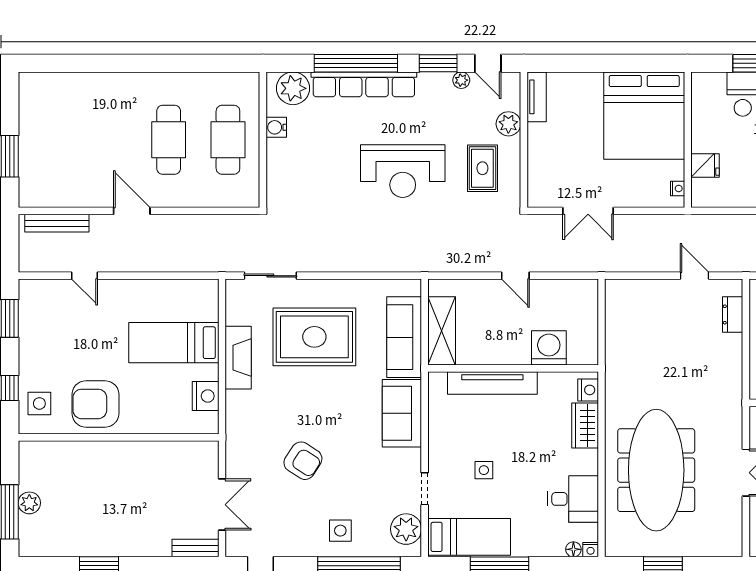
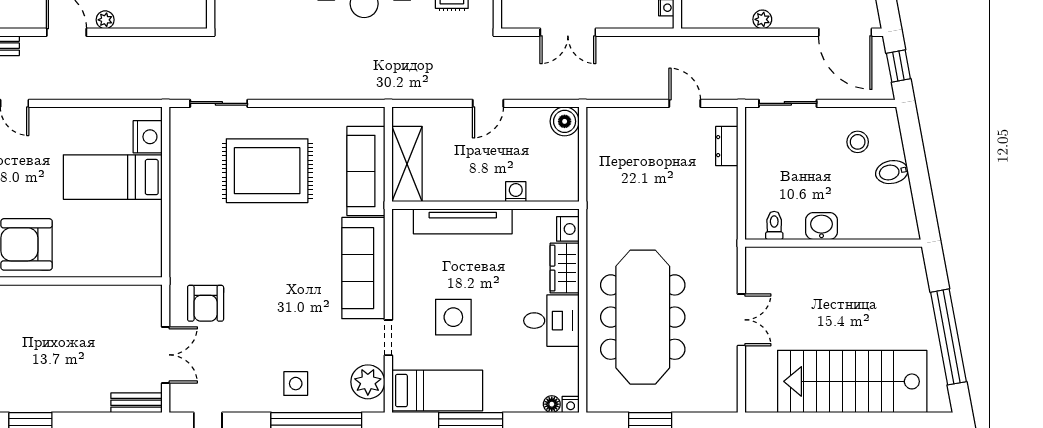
plant: (167, 200) -> (105, 20), added
door: (515, 276) -> (488, 103), hinge flipped
boiler: (585, 292) -> (565, 121), added
washing machine: (549, 348) -> (516, 192), width x0.53, depth x0.53
fireplace: (238, 358) -> (183, 193), removed
nightstand: (206, 396) -> (148, 137), moved
sofa: (402, 413) -> (363, 268), width x1.36
armchair: (303, 461) -> (206, 303), moved, turned 57
side table: (484, 470) -> (453, 317), width x1.87, depth x1.87
desk: (573, 499) -> (551, 321), moved

